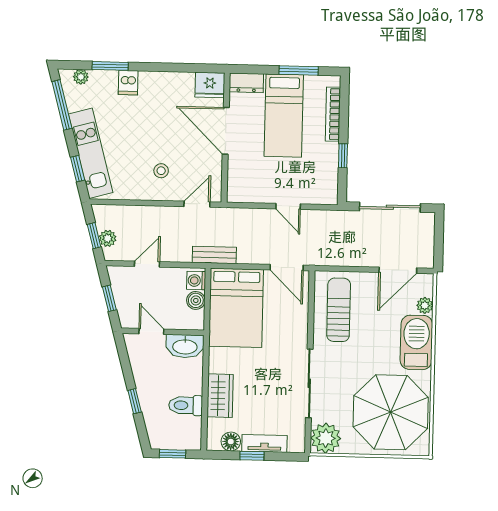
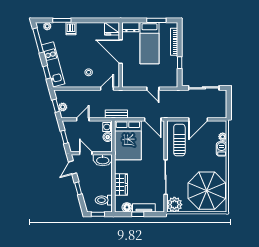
door: (398, 270) -> (198, 119), moved
barbecue: (416, 342) -> (222, 149), width x0.53, depth x0.65
door: (124, 359) -> (73, 168), added
toilet: (186, 405) -> (104, 200), moved

